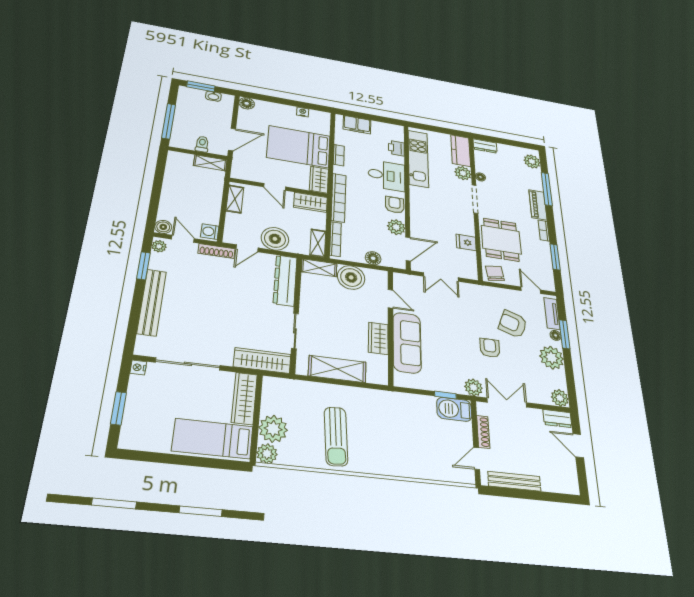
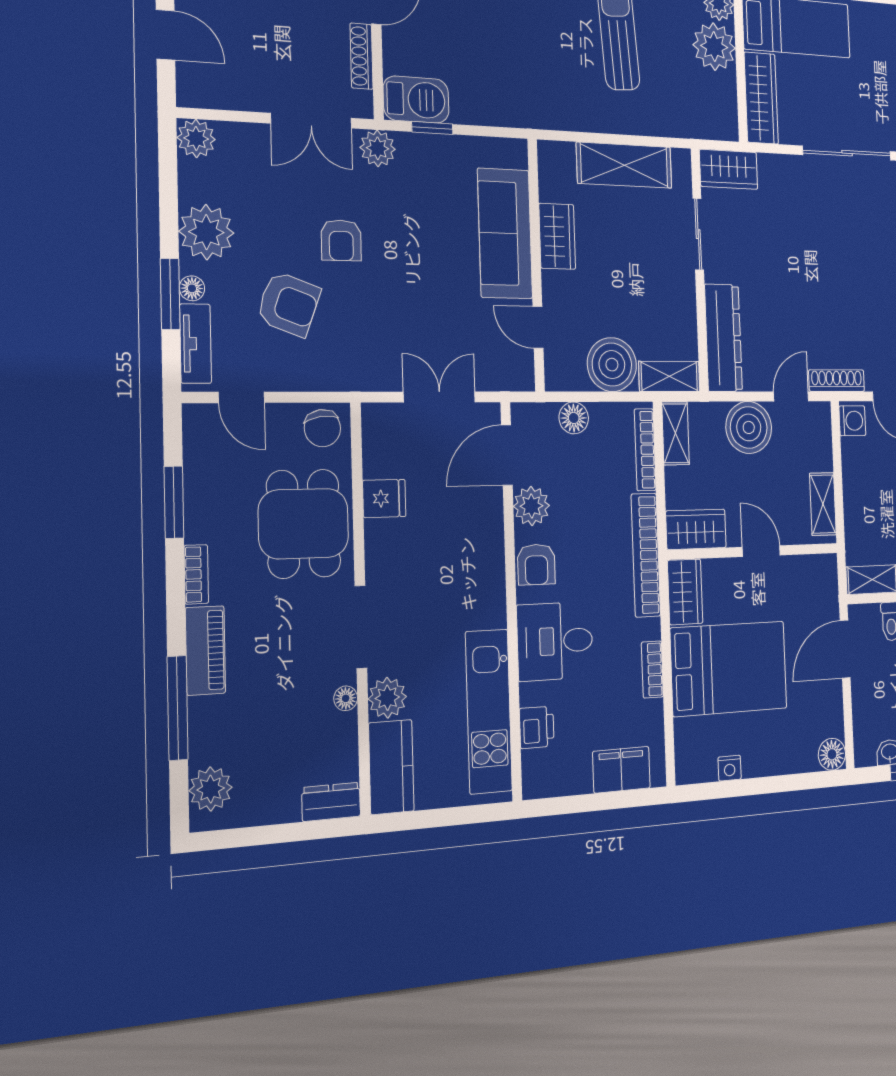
wardrobe: (262, 360) -> (729, 169), width x0.67
dresser: (557, 419) -> (206, 92), removed

